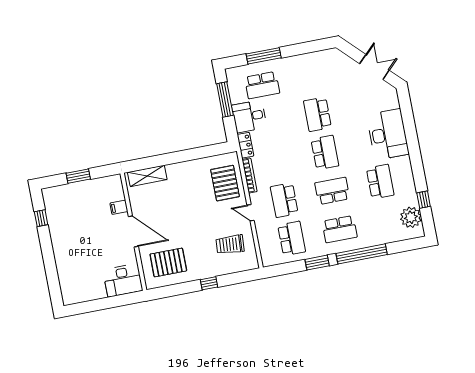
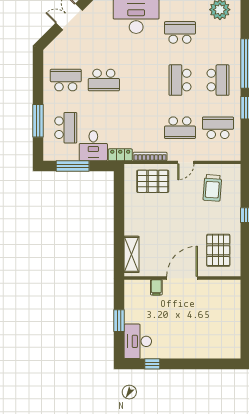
school desk: (325, 153) -> (66, 80), moved
desk: (123, 280) -> (138, 341), moved, turned 180

